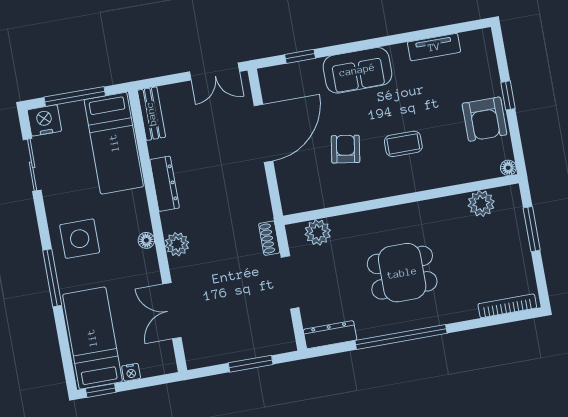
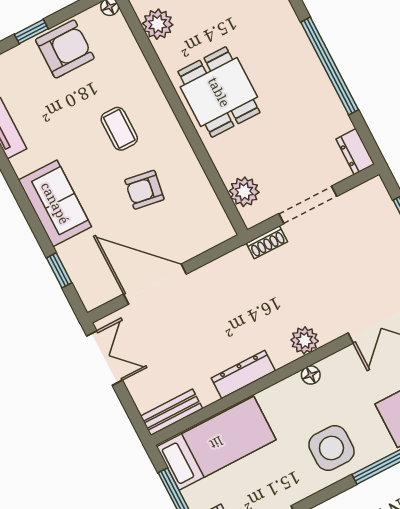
dining table: (402, 273) -> (219, 92), moved
dresser: (330, 335) -> (355, 152), width x0.70

